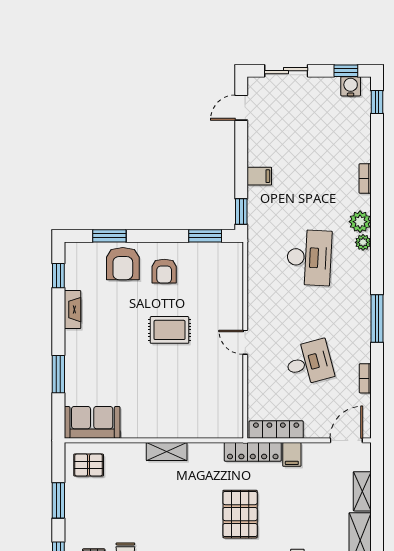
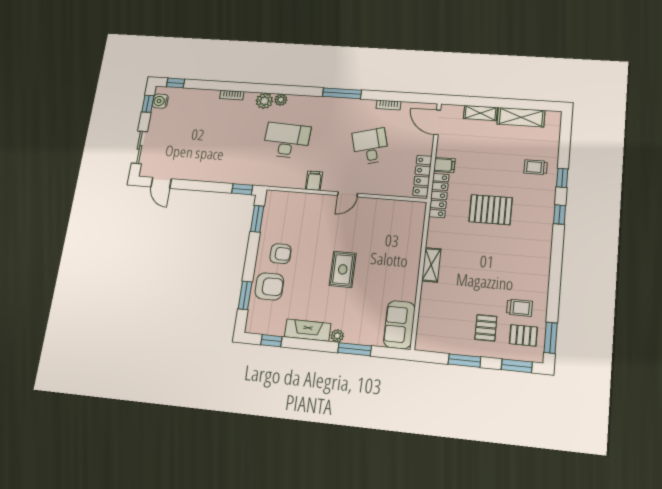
filing cabinet: (259, 176) -> (314, 181), moved
fireplace: (72, 310) -> (308, 330), width x1.37, depth x1.32
rug: (170, 330) -> (343, 269), moved
plant: (72, 352) -> (337, 336), added
pallet: (89, 465) -> (486, 328), moved

